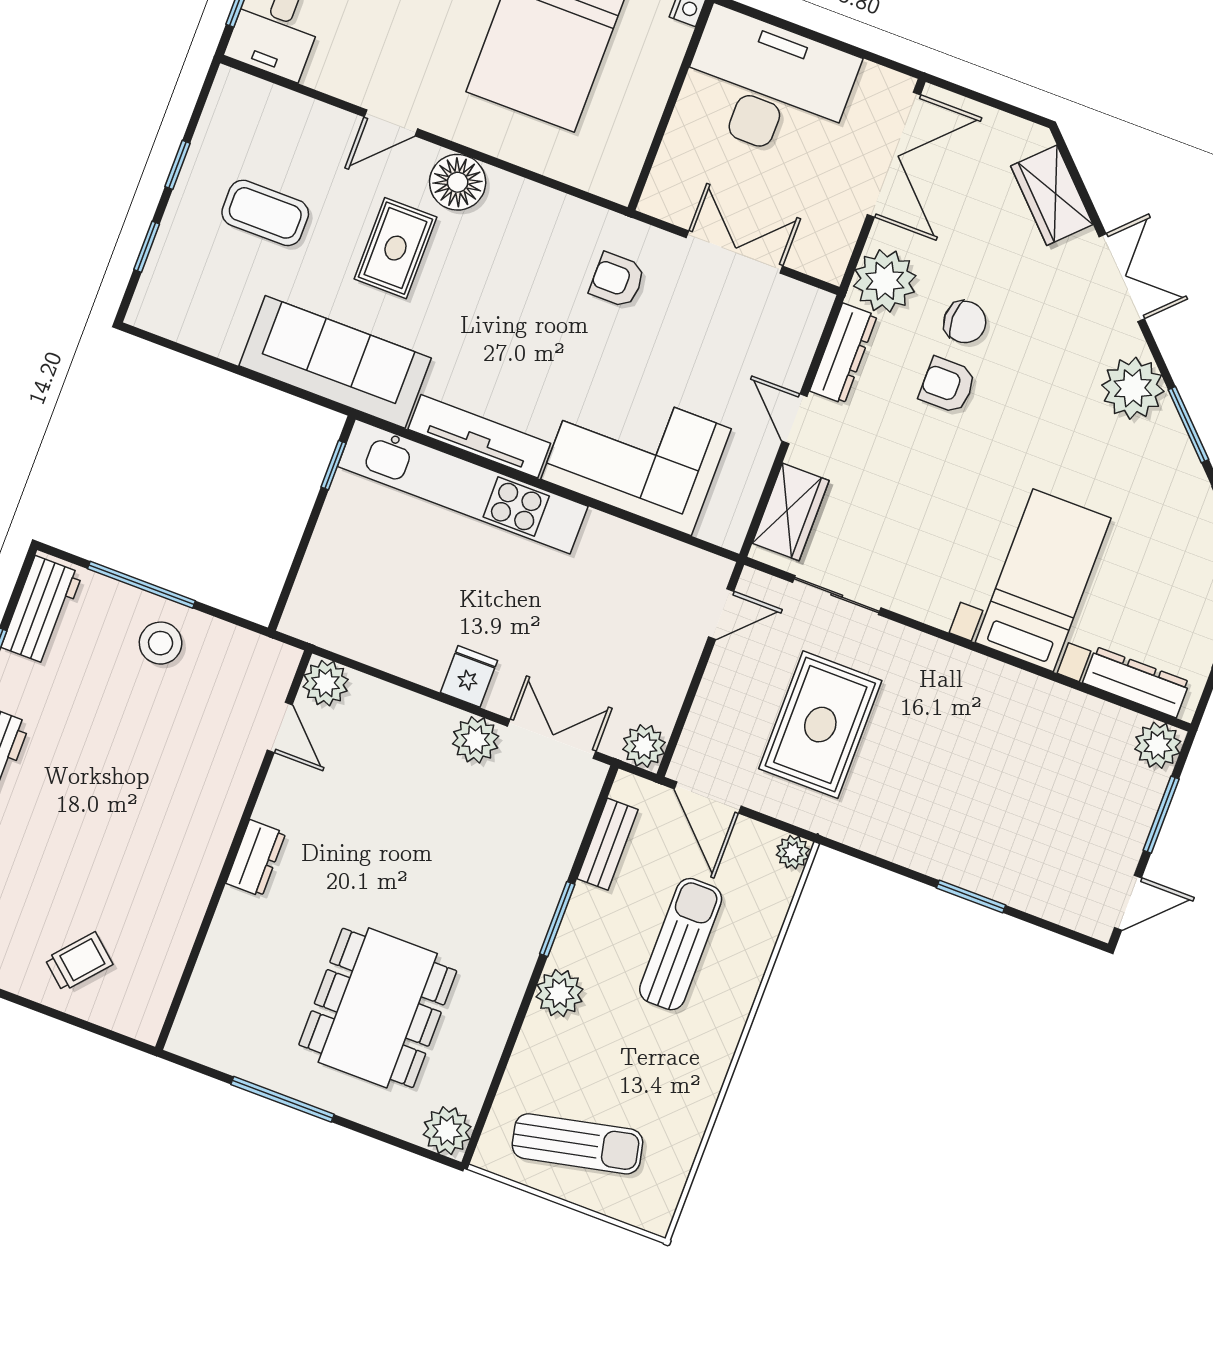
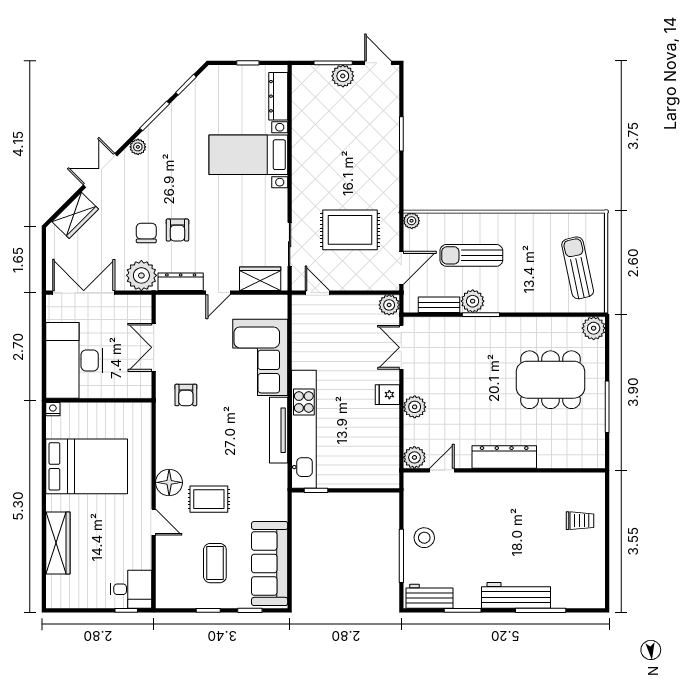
sofa: (335, 362) -> (270, 563), moved
plant: (1133, 388) -> (138, 147), width x0.53, depth x0.53
plant: (476, 740) -> (415, 407), moved
plant: (1158, 745) -> (343, 76), moved
dresser: (256, 858) -> (504, 457), width x1.96, depth x1.24
trolley: (79, 962) -> (580, 521), turned 139
plant: (560, 993) -> (473, 301), moved

